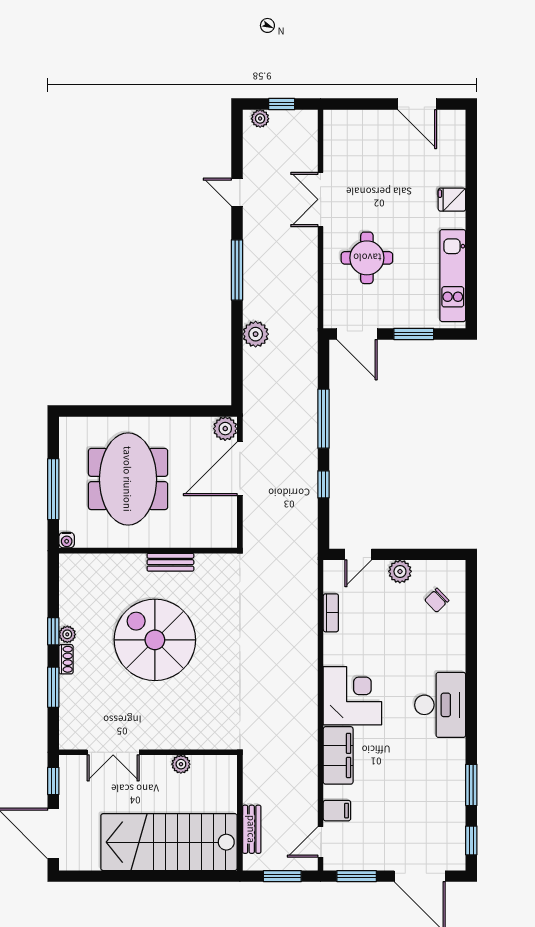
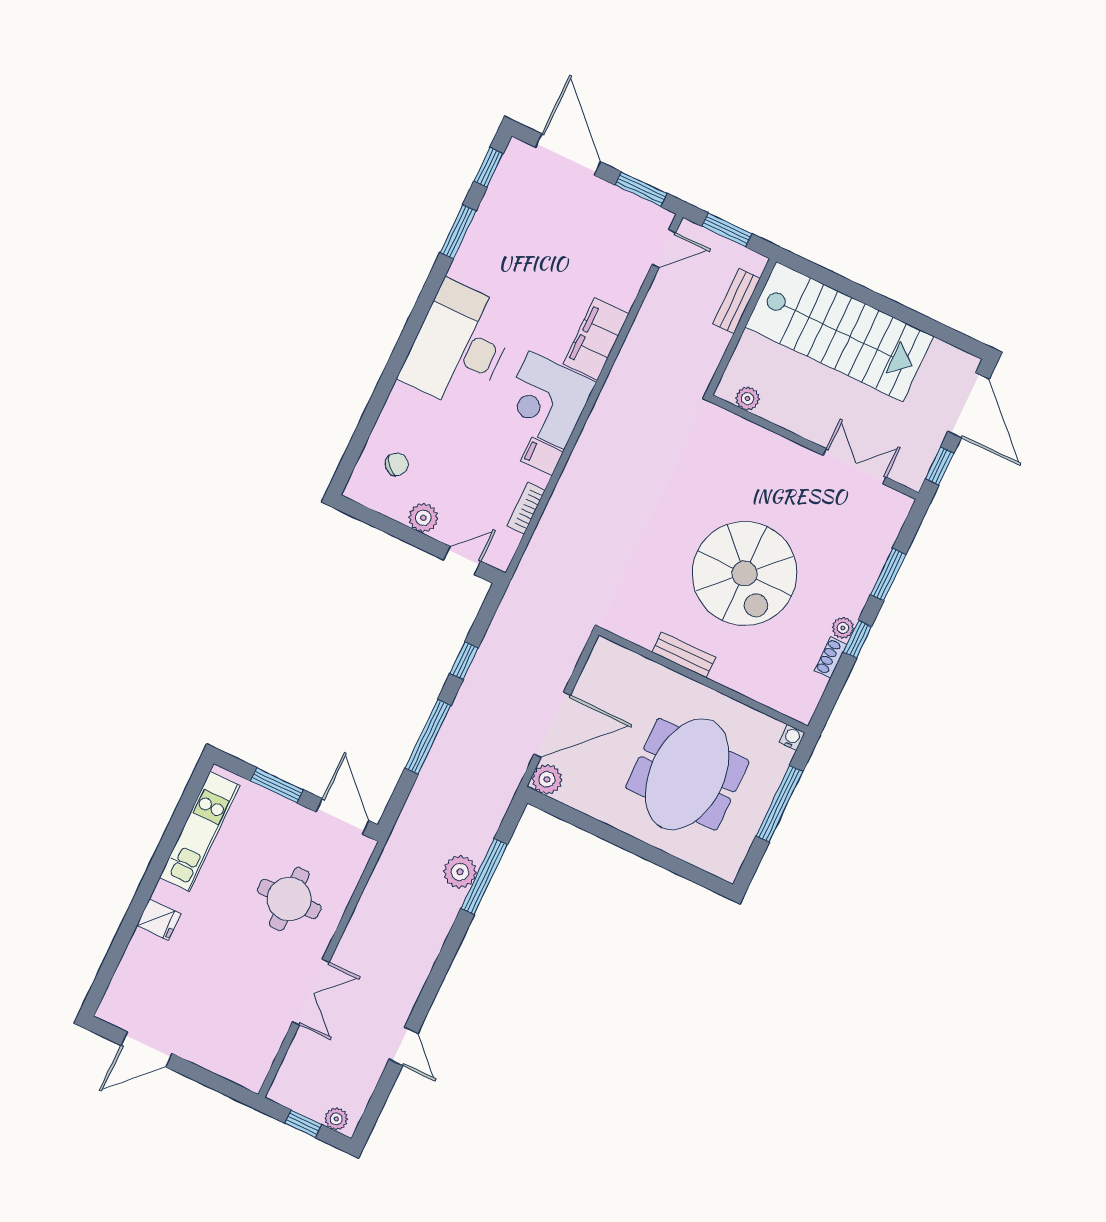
door: (417, 104) -> (146, 1049), swing flipped
window: (237, 270) -> (484, 876), moved
shoe rack: (66, 659) -> (831, 658), moved
desk: (440, 705) -> (459, 346), width x1.36, depth x1.30
plant: (181, 764) -> (748, 399), moved
filing cabinet: (337, 811) -> (542, 456), moved

